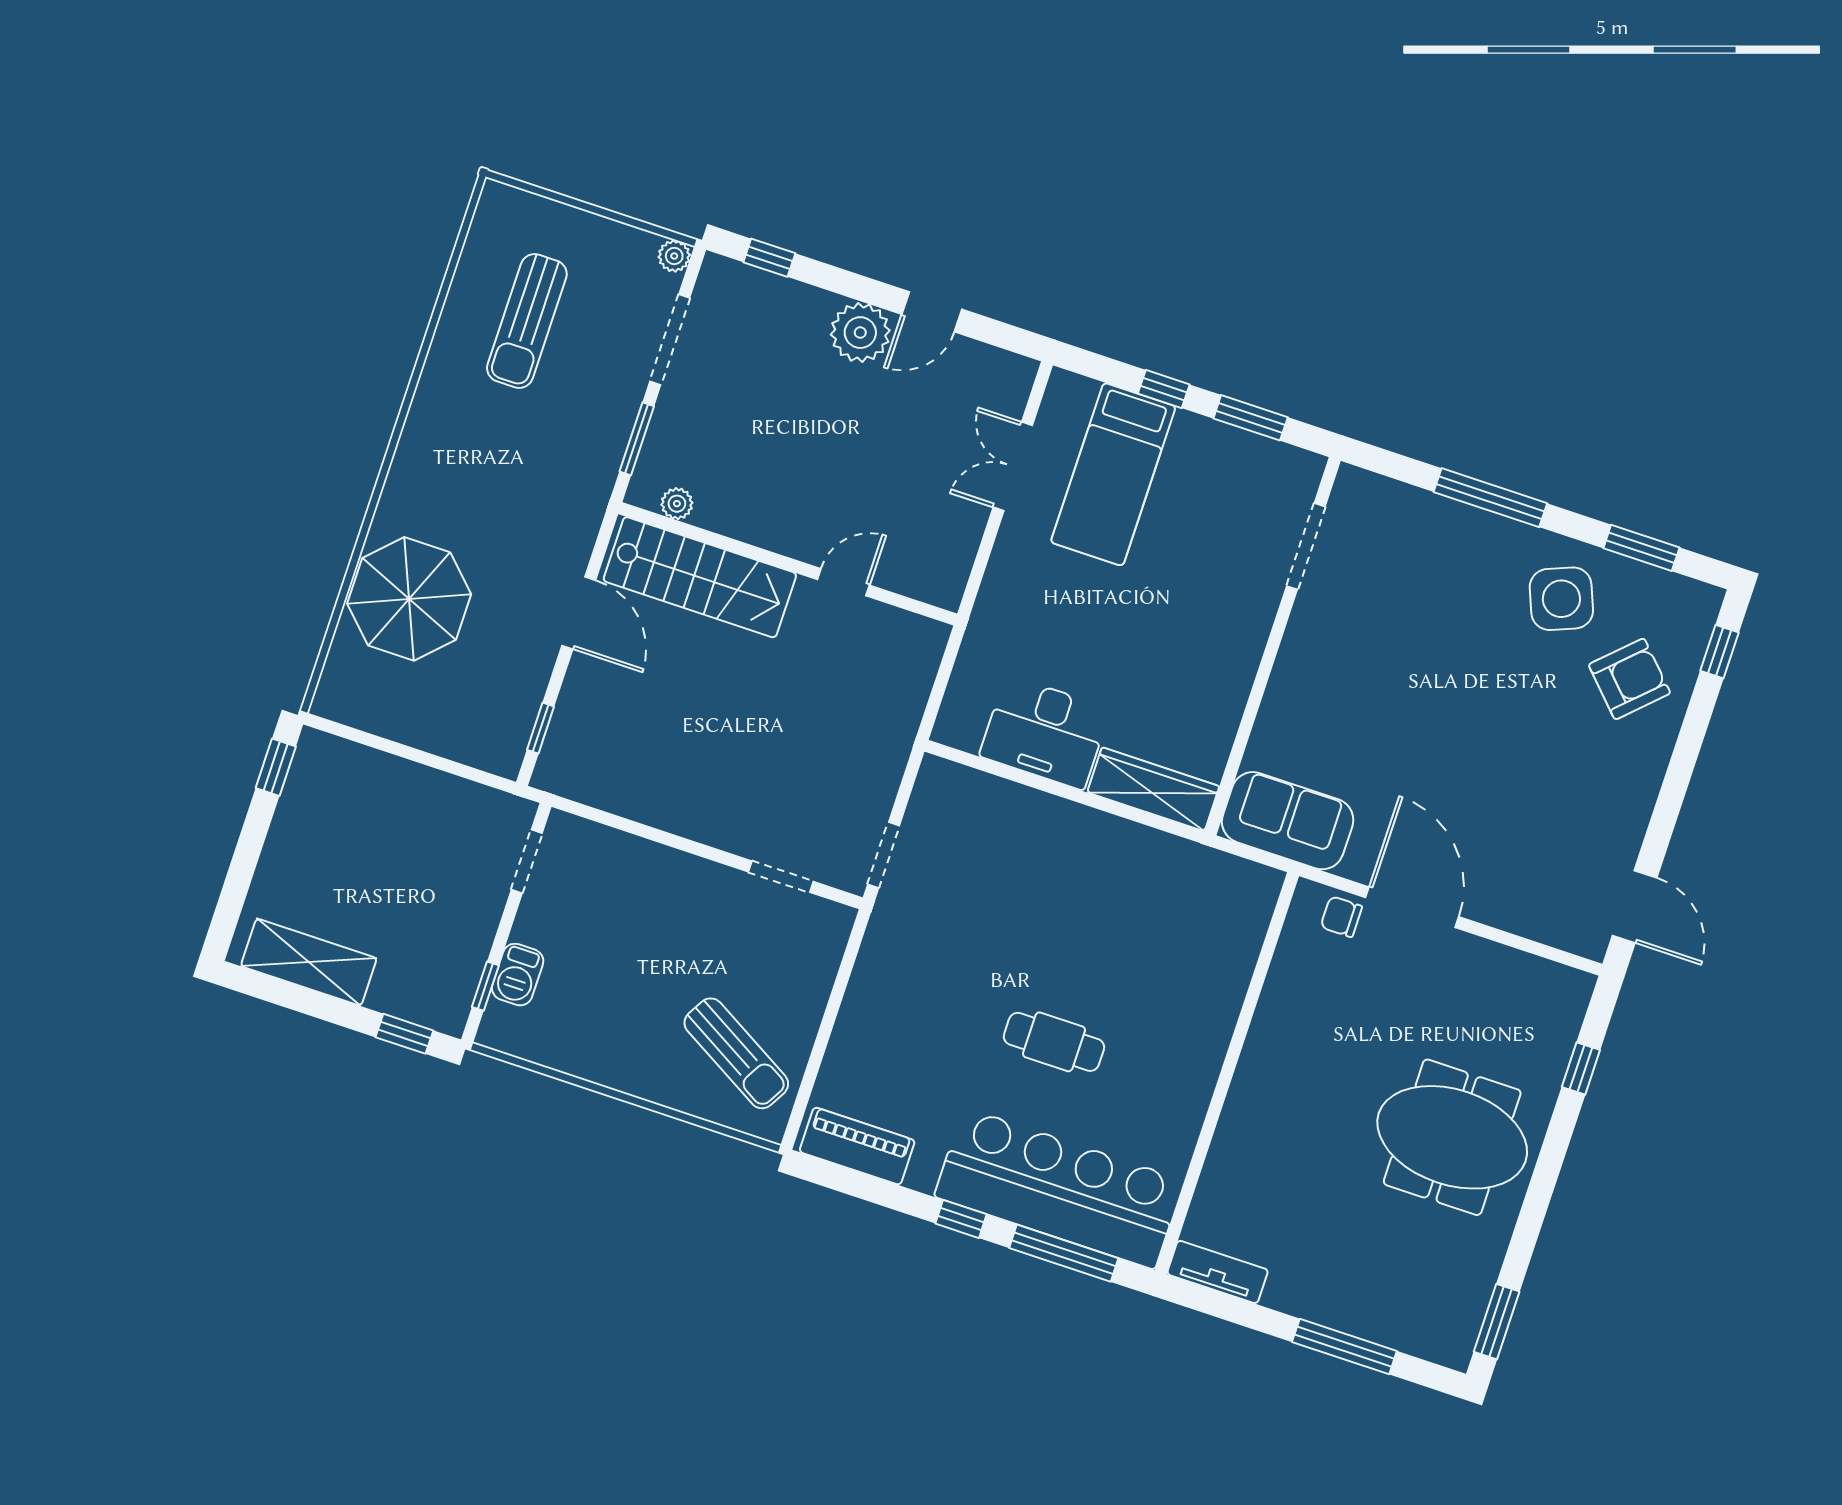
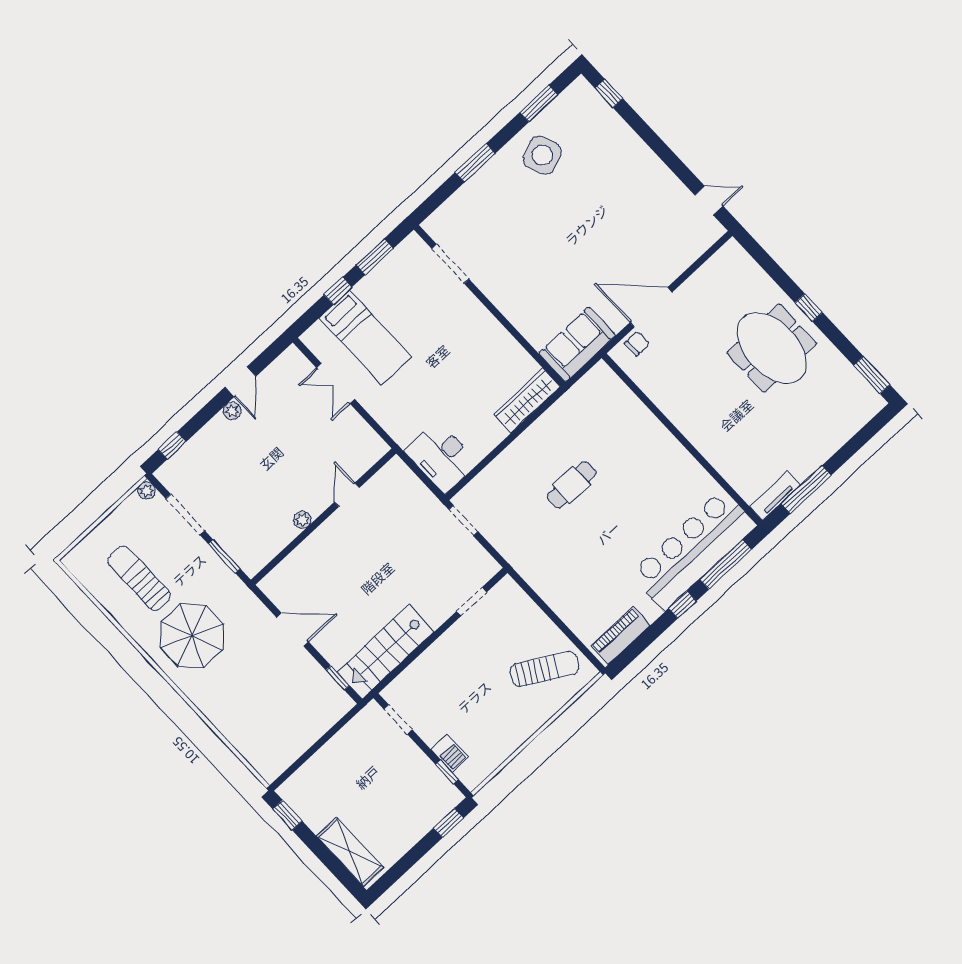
sun lounger: (527, 321) -> (139, 578), turned 180
plant: (860, 333) -> (232, 411), width x0.53, depth x0.53
window: (1490, 498) -> (475, 163), width x0.69
plant: (677, 504) -> (302, 520), moved
stairs: (700, 577) -> (386, 652), moved, turned 180
parasol: (409, 599) -> (192, 636), moved
armchair: (1629, 679) -> (598, 144), removed
desk: (1045, 732) -> (441, 457), moved, turned 90
doorway: (884, 855) -> (463, 520), moved
door: (1635, 907) -> (709, 201), width x0.73
chair: (1341, 917) -> (637, 344), turned 180
shelving: (309, 962) -> (350, 852), moved, turned 90
cafe table: (1054, 1042) -> (572, 485), moved
window: (1581, 1068) -> (809, 308), moved
meeting table: (1452, 1137) -> (772, 348), turned 90
window: (1344, 1346) -> (806, 490), moved

